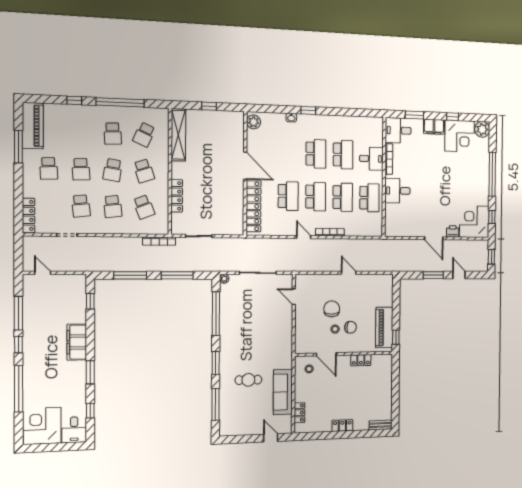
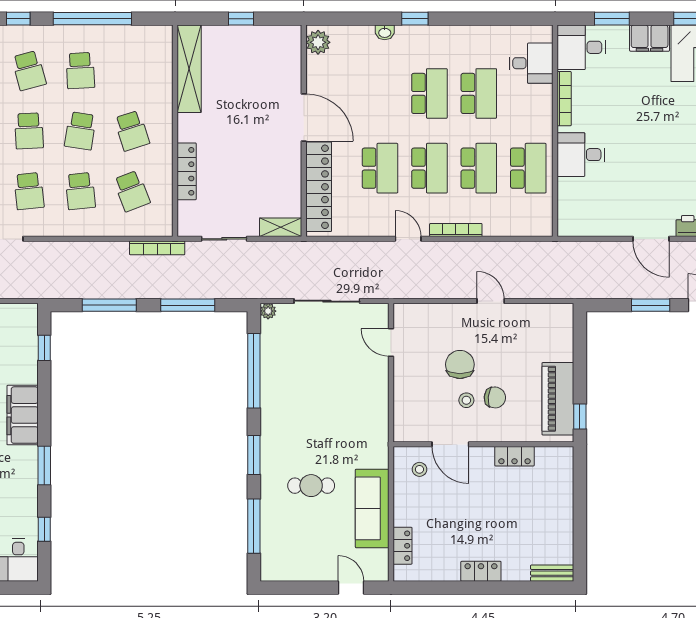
school desk: (144, 135) -> (29, 71), moved, turned -39
desk: (371, 159) -> (531, 63), moved
shelving: (232, 230) -> (281, 227), added

